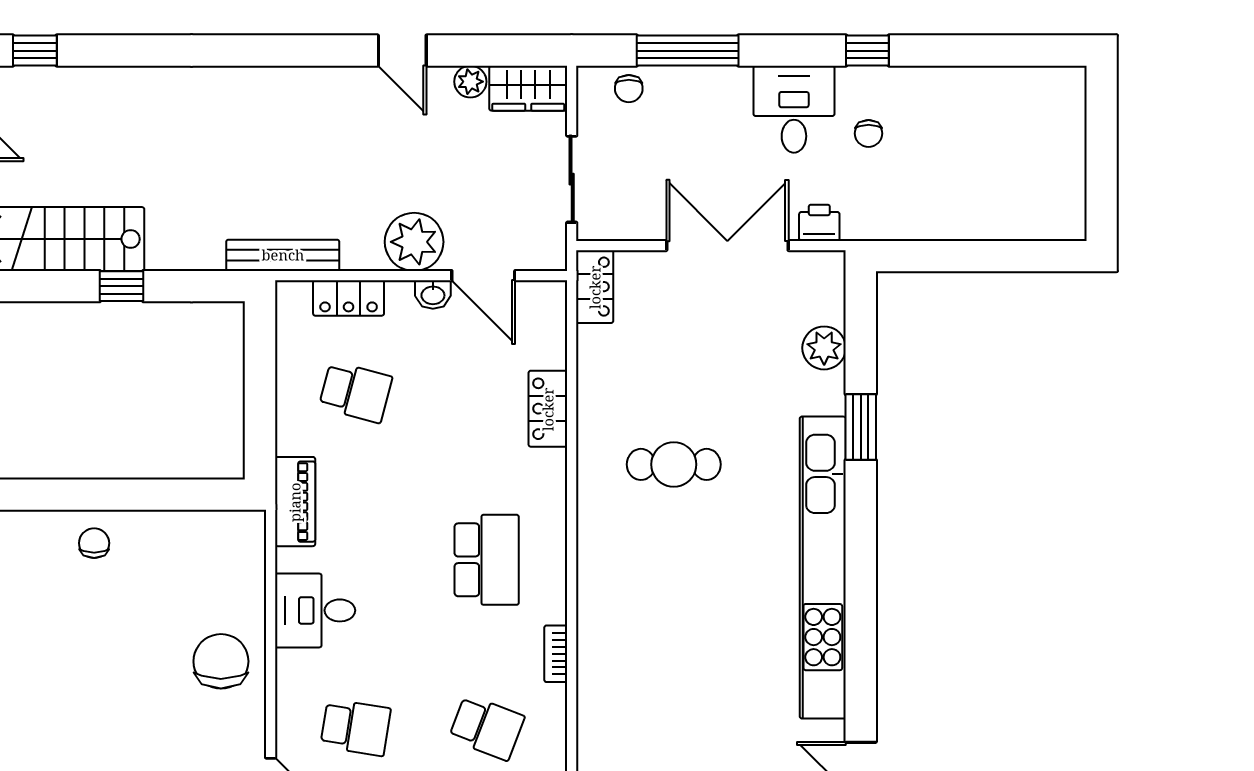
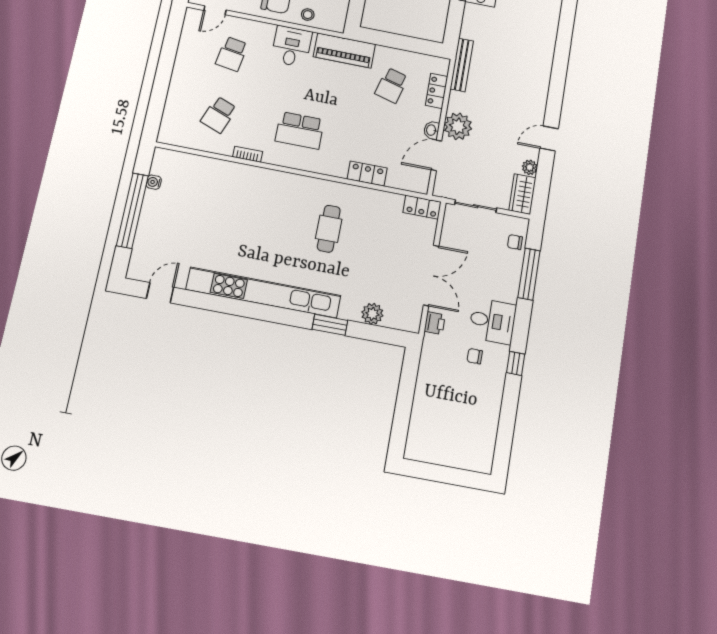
piano: (295, 502) -> (344, 51), width x1.37, depth x1.33
stool: (240, 591) -> (308, 15), added

